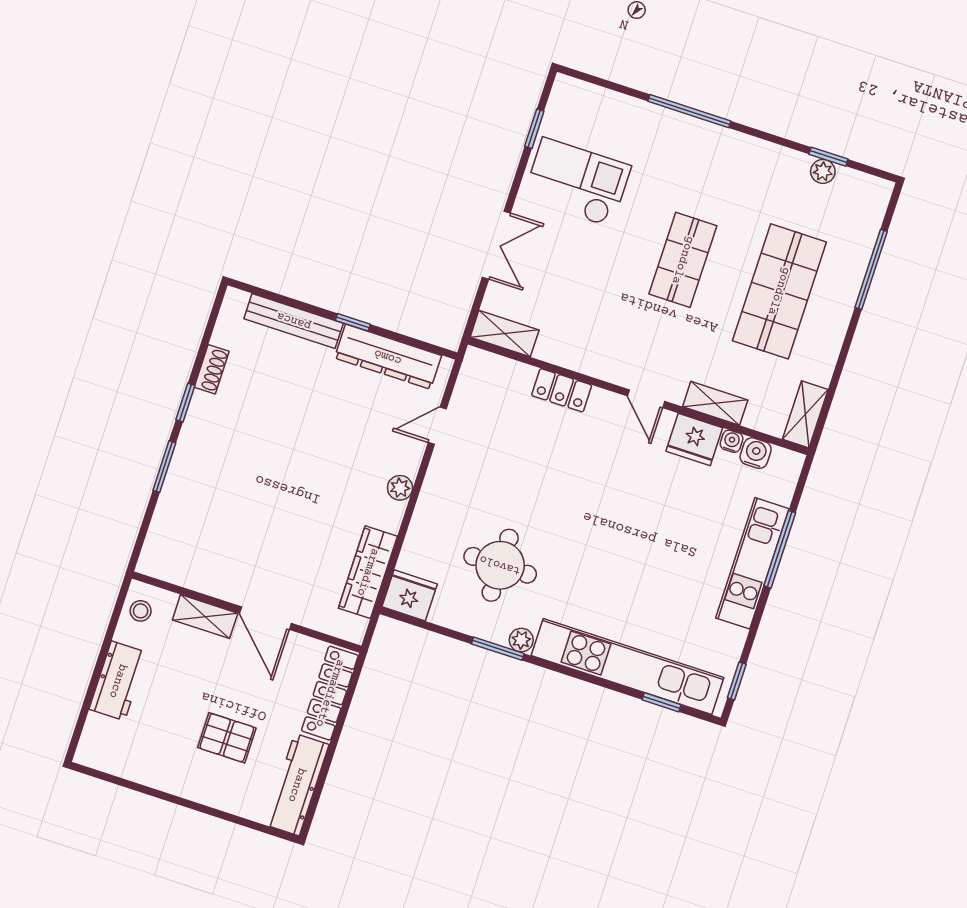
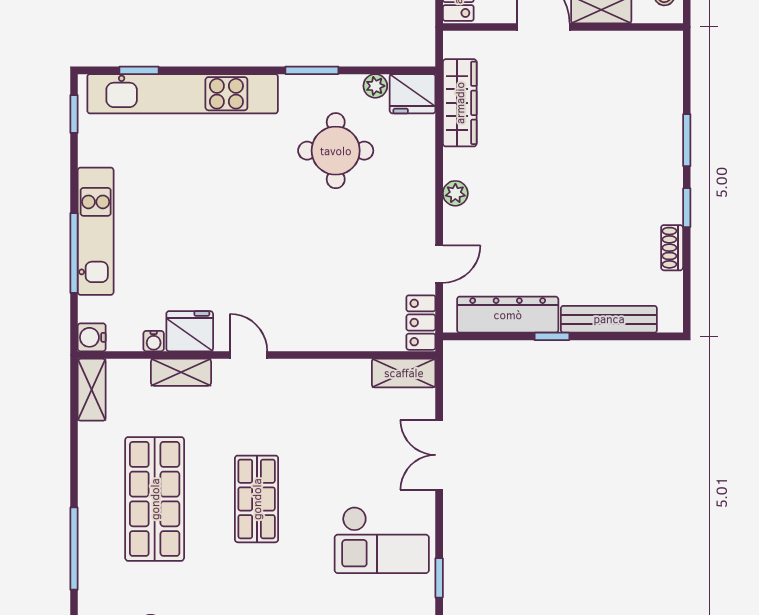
locker: (562, 390) -> (421, 323), moved, turned -90
water cooler: (756, 453) -> (92, 337), moved, turned 90
plant: (521, 640) -> (375, 86), moved

